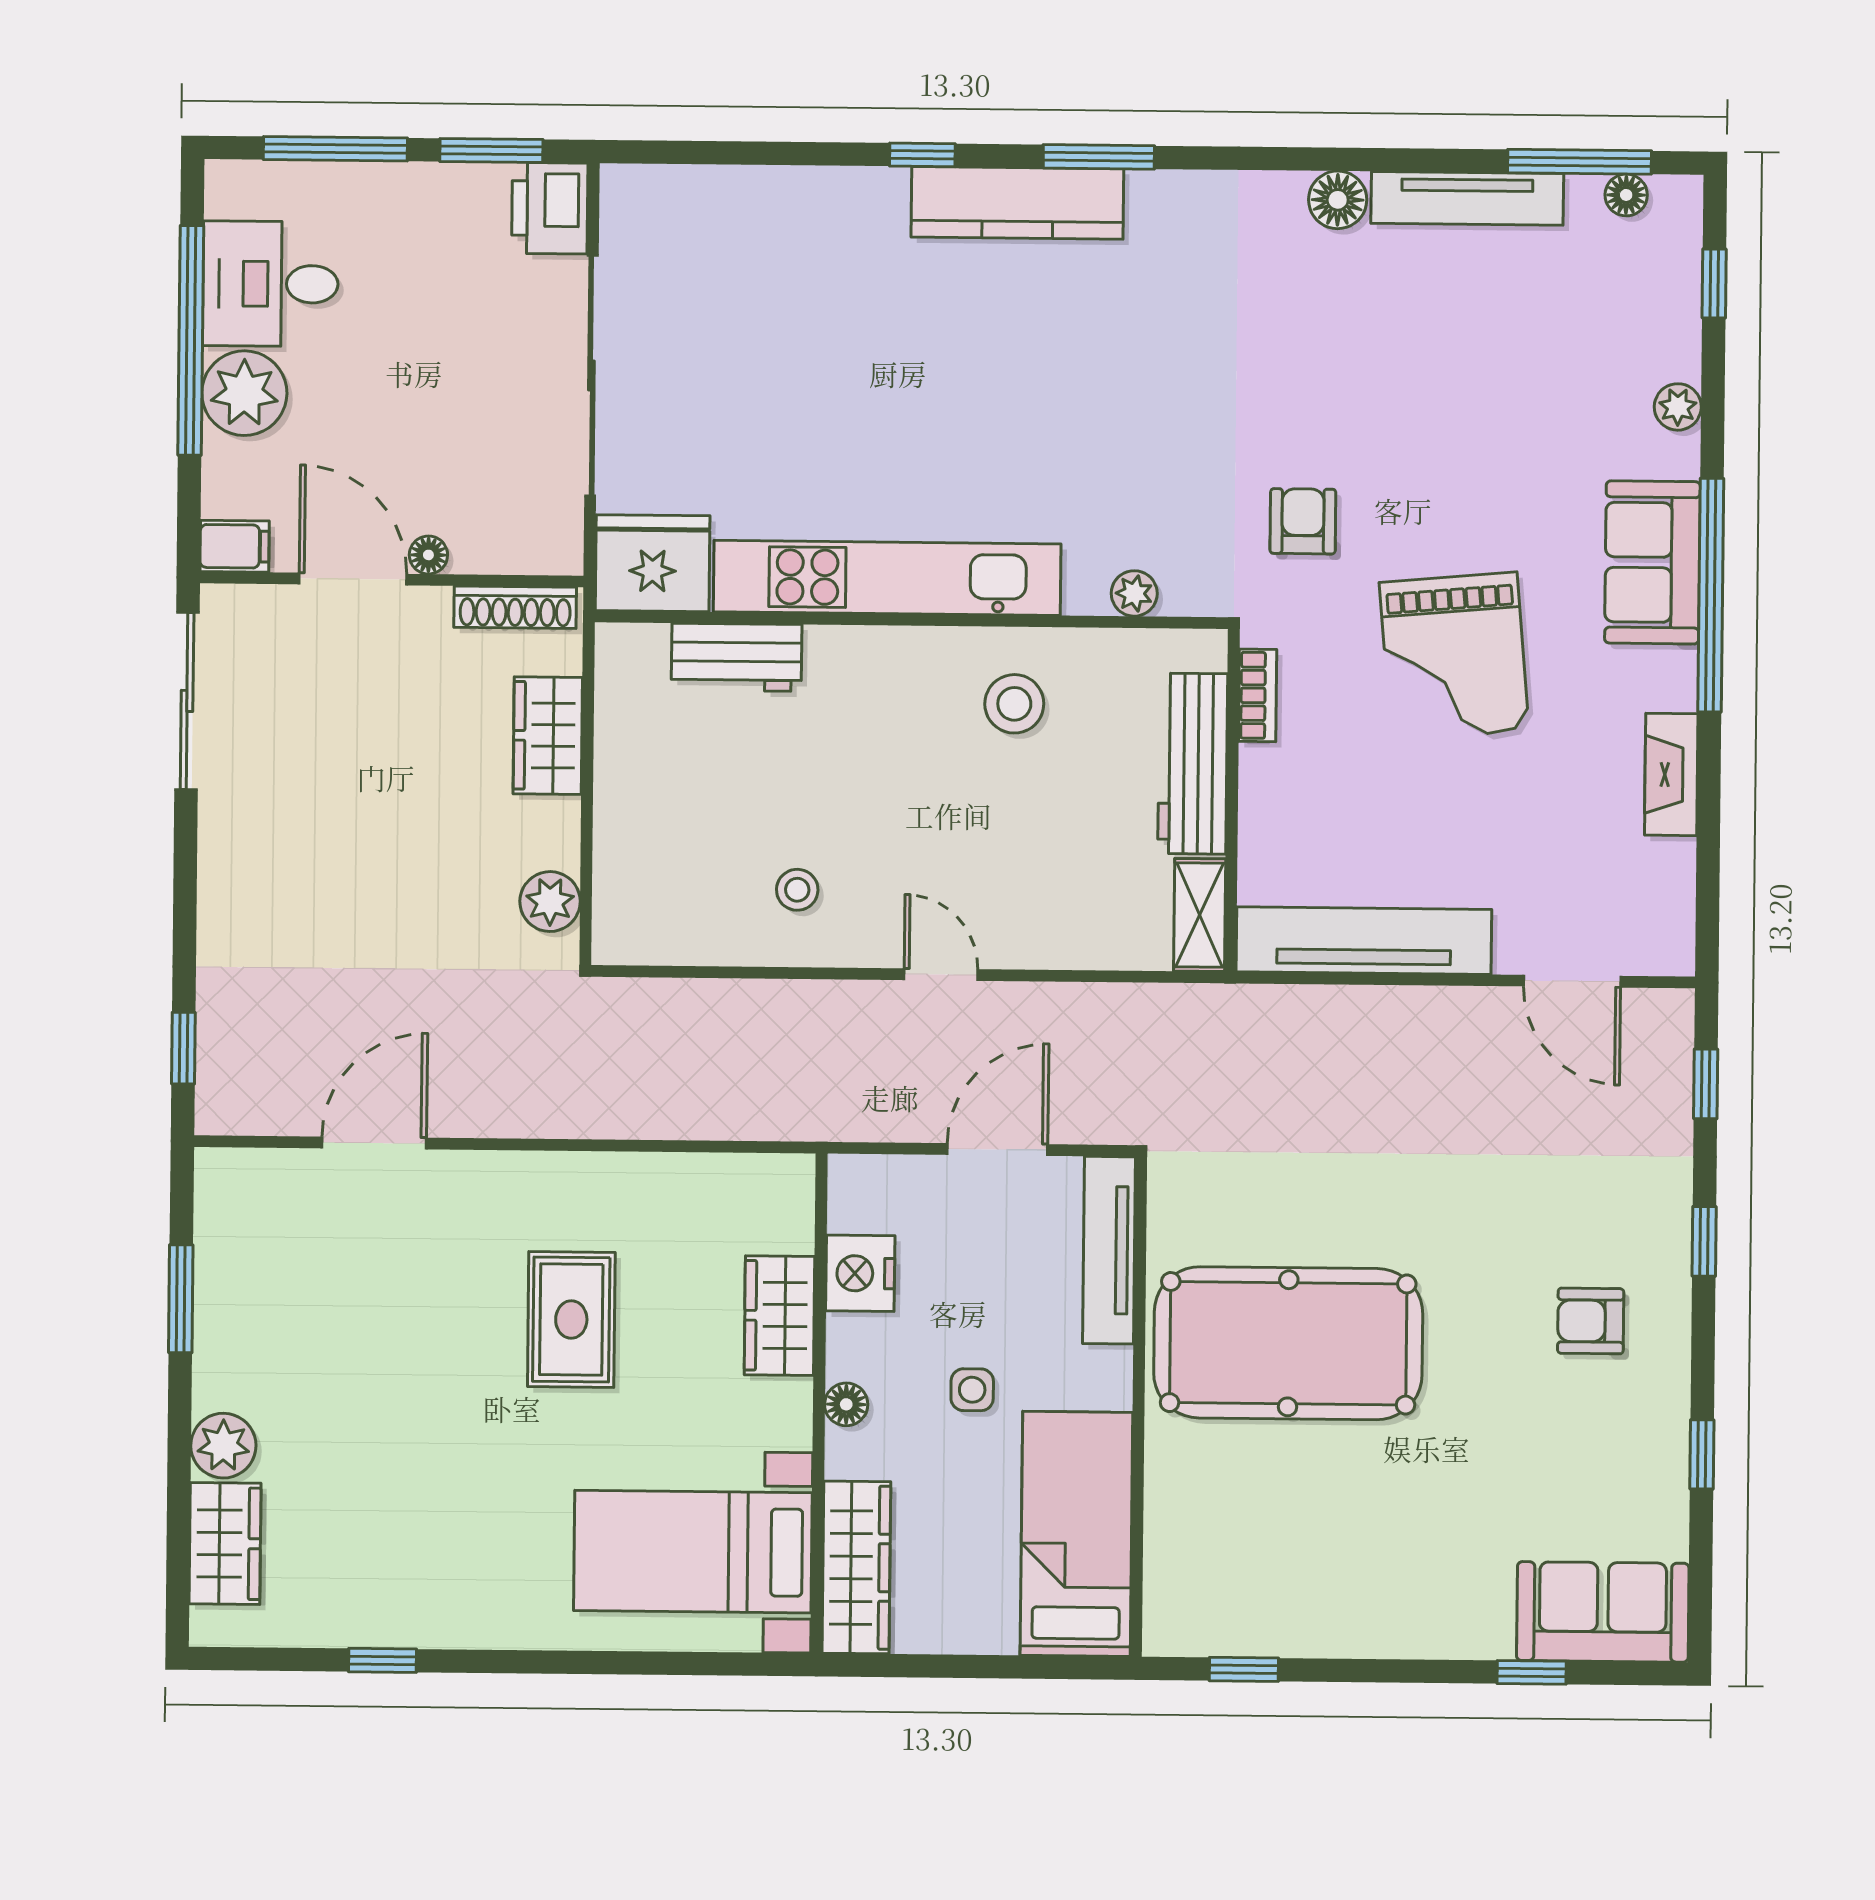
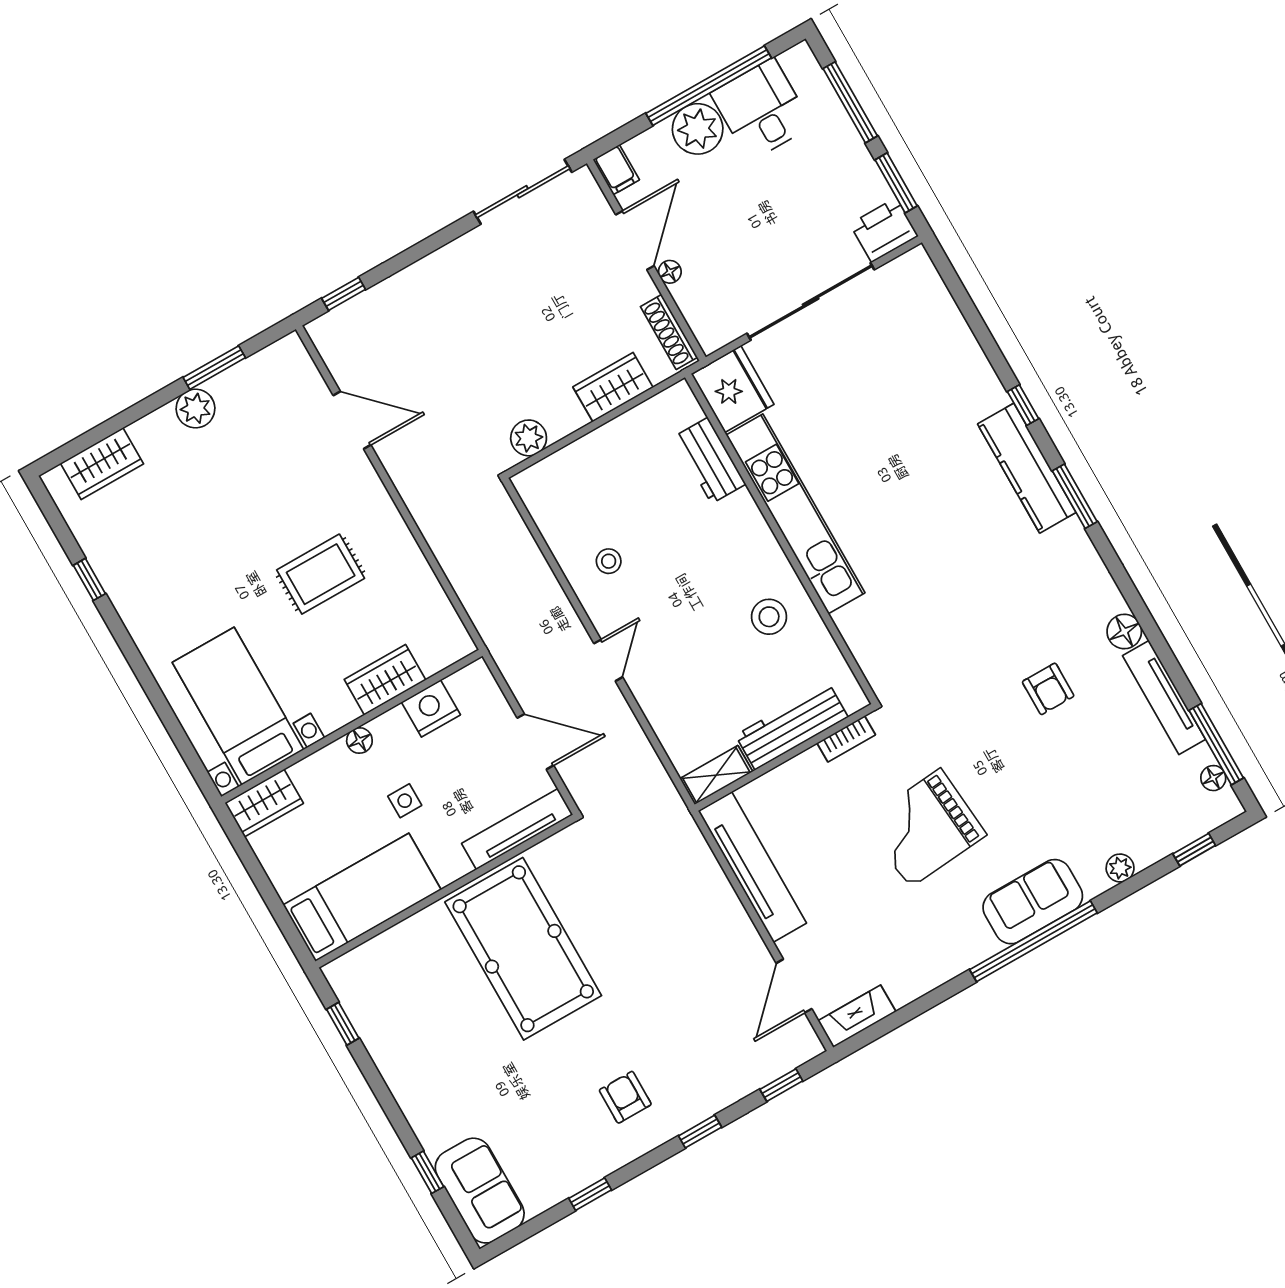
armchair: (1303, 521) -> (1048, 689), moved, turned 90
plant: (1134, 593) -> (862, 645), removed
fireplace: (1671, 774) -> (857, 1016), moved
plant: (223, 1446) -> (195, 409), moved
wardrobe: (856, 1567) -> (264, 803), width x0.67

